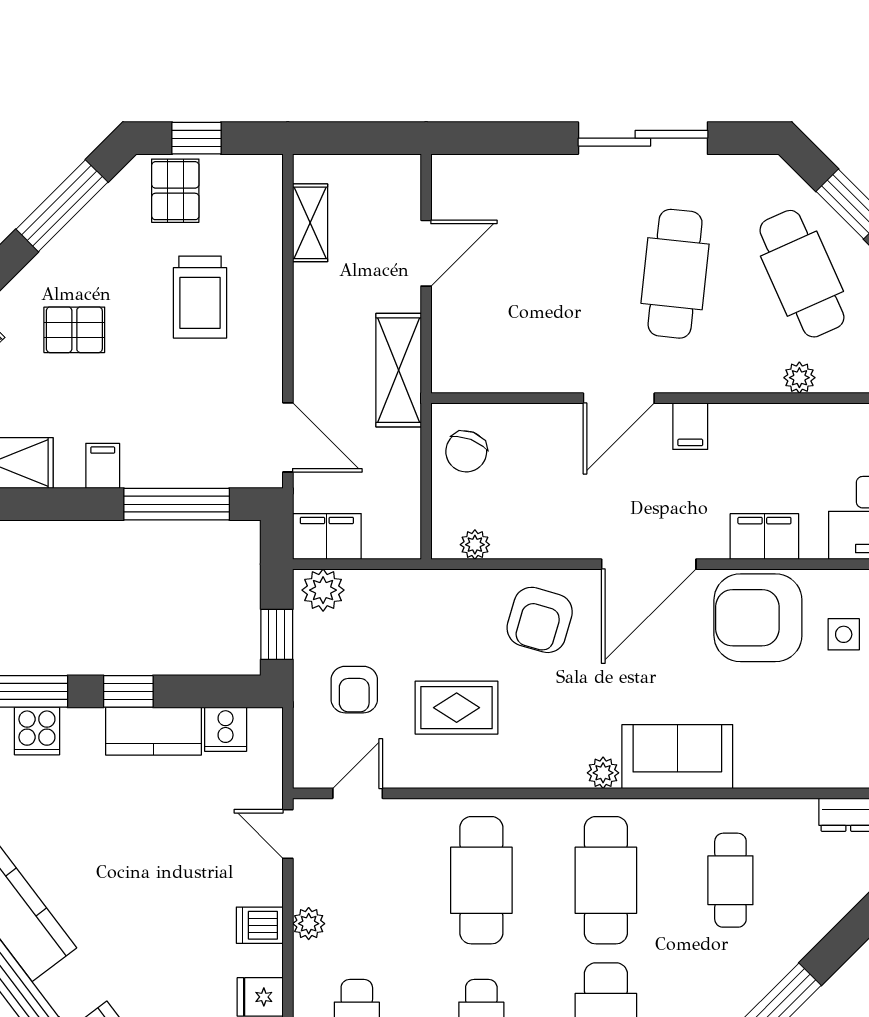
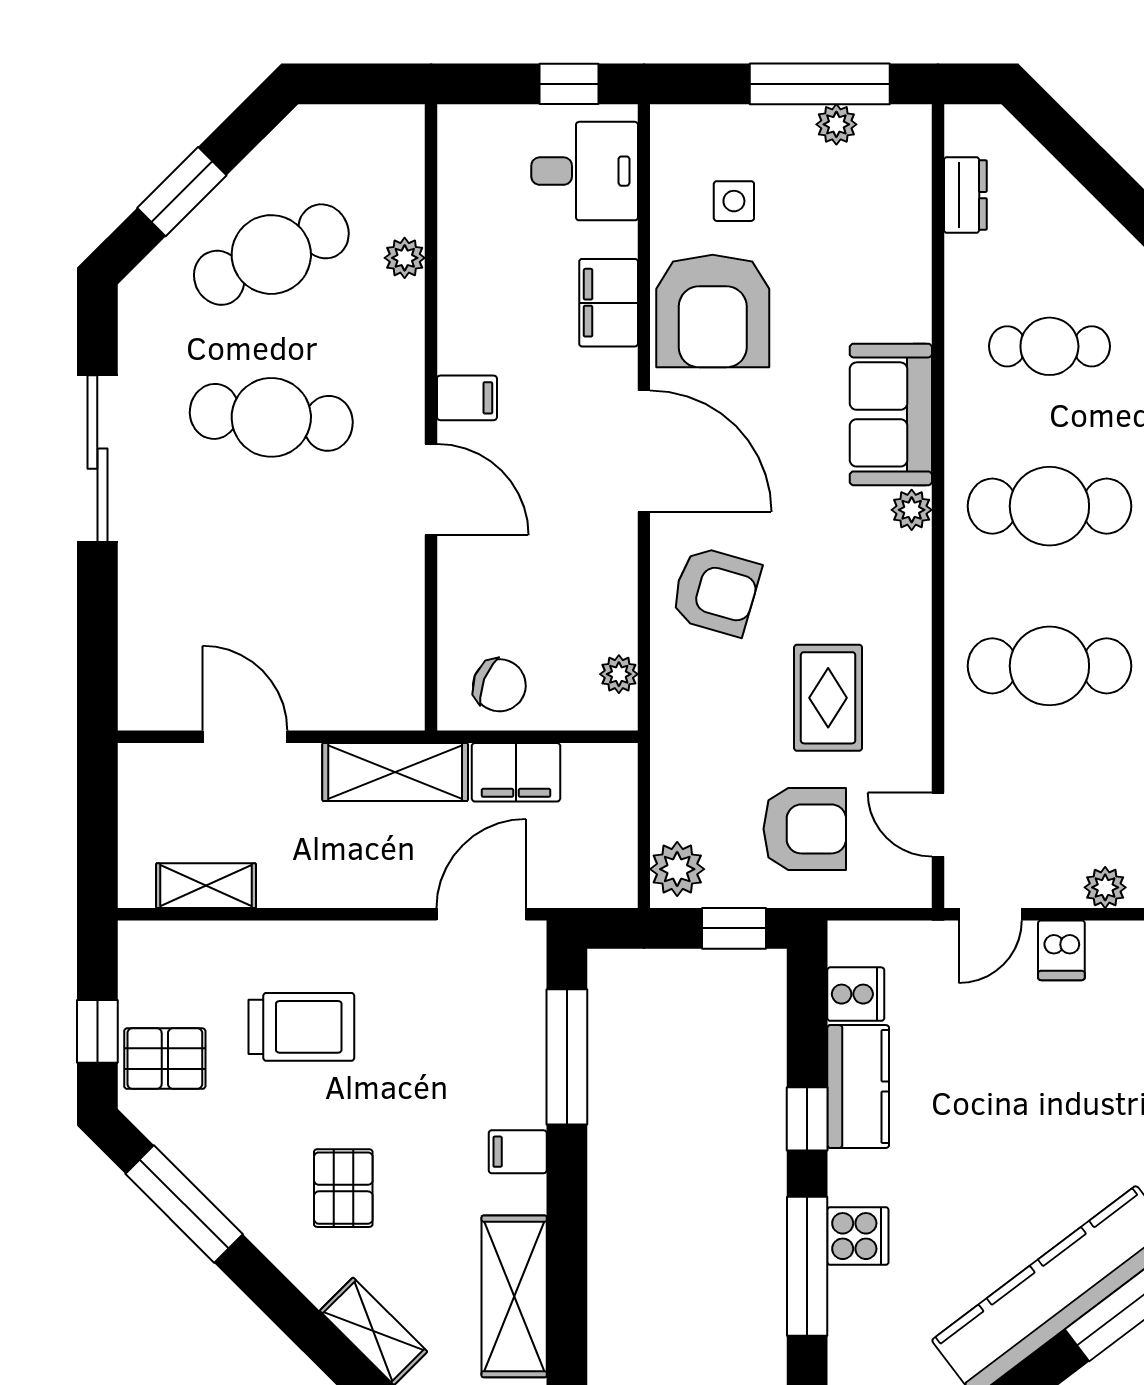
filing cabinet: (327, 536) -> (516, 772), moved, turned -90
armchair: (354, 690) -> (805, 829), width x1.38, depth x1.38
dishwasher: (260, 925) -> (1061, 950), moved

